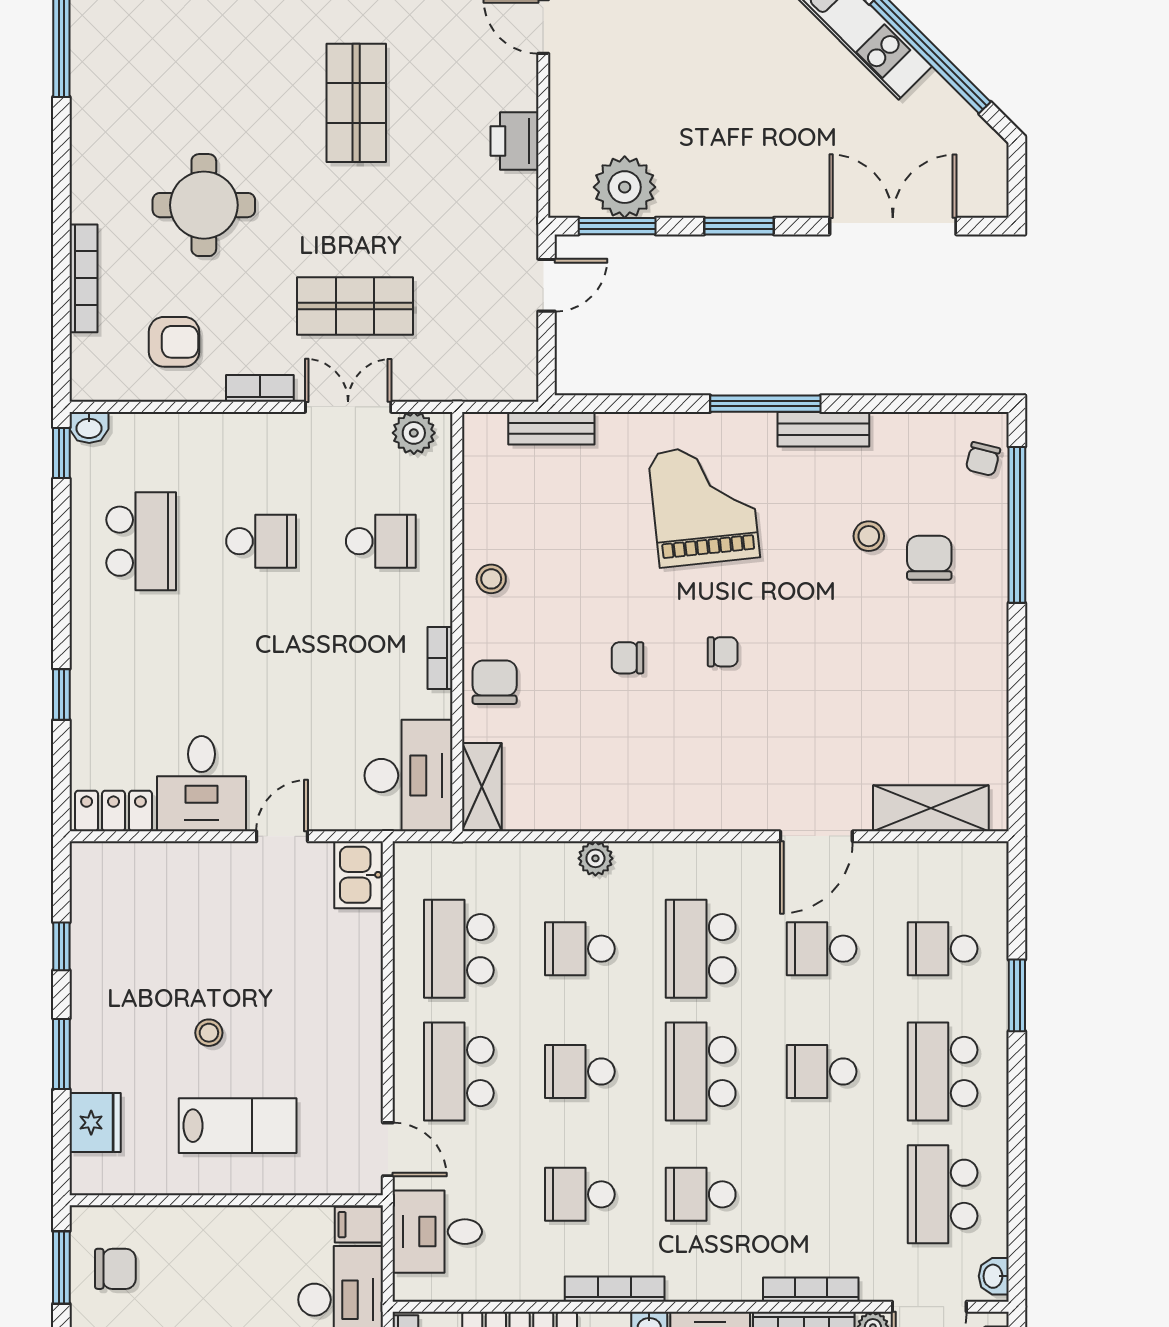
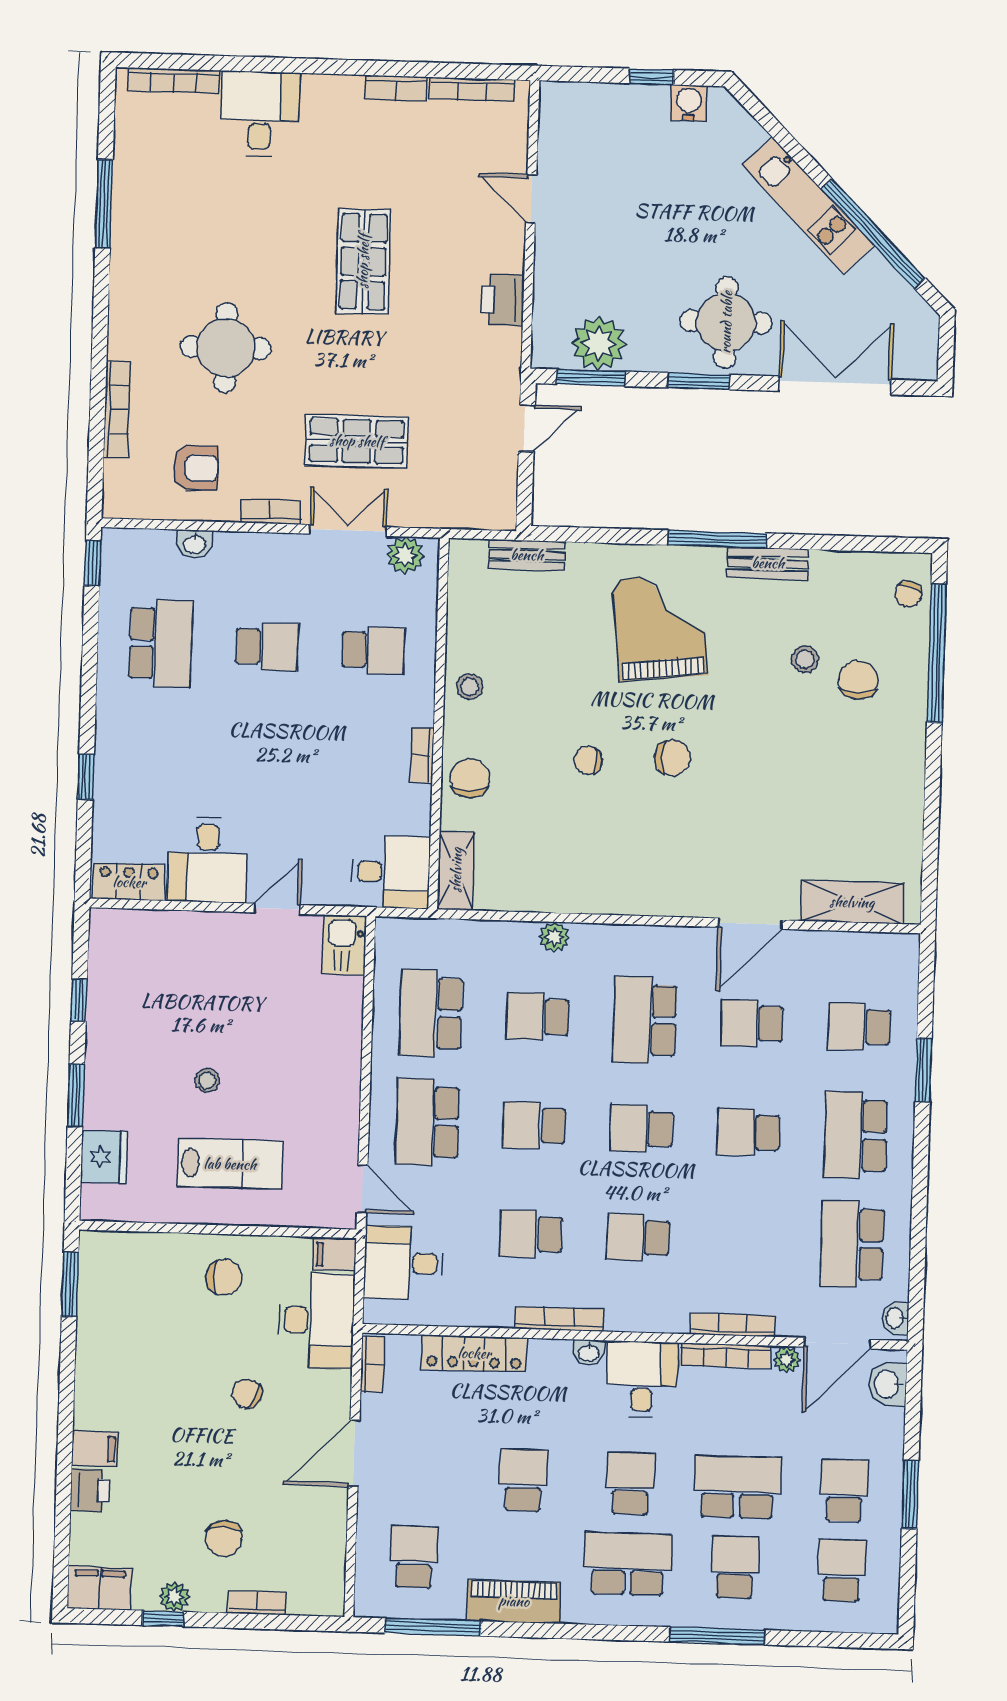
round table: (767, 159) -> (726, 322), added
washbasin: (89, 427) -> (195, 544), moved
chair: (723, 652) -> (673, 758), width x1.37, depth x1.37
desk: (409, 776) -> (391, 872), width x0.73
school desk: (701, 1072) -> (641, 1129), width x0.54
chair: (115, 1269) -> (224, 1277), moved

